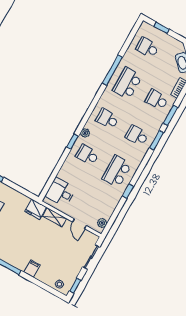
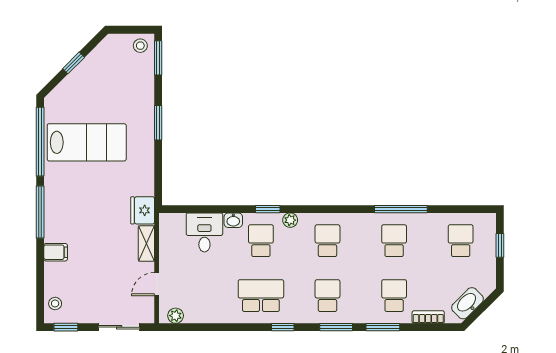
school desk: (127, 83) -> (394, 241), width x0.54
washbasin: (68, 163) -> (233, 220), added
window: (128, 191) -> (283, 327), moved
desk: (61, 192) -> (204, 232), moved

